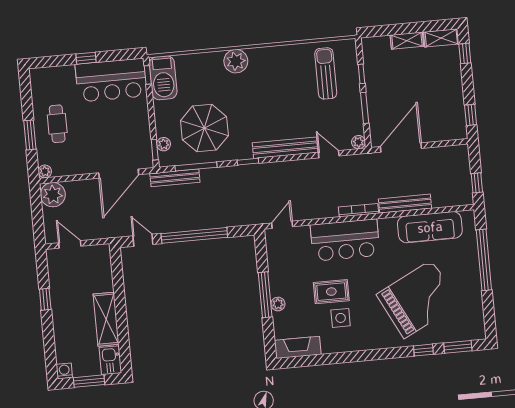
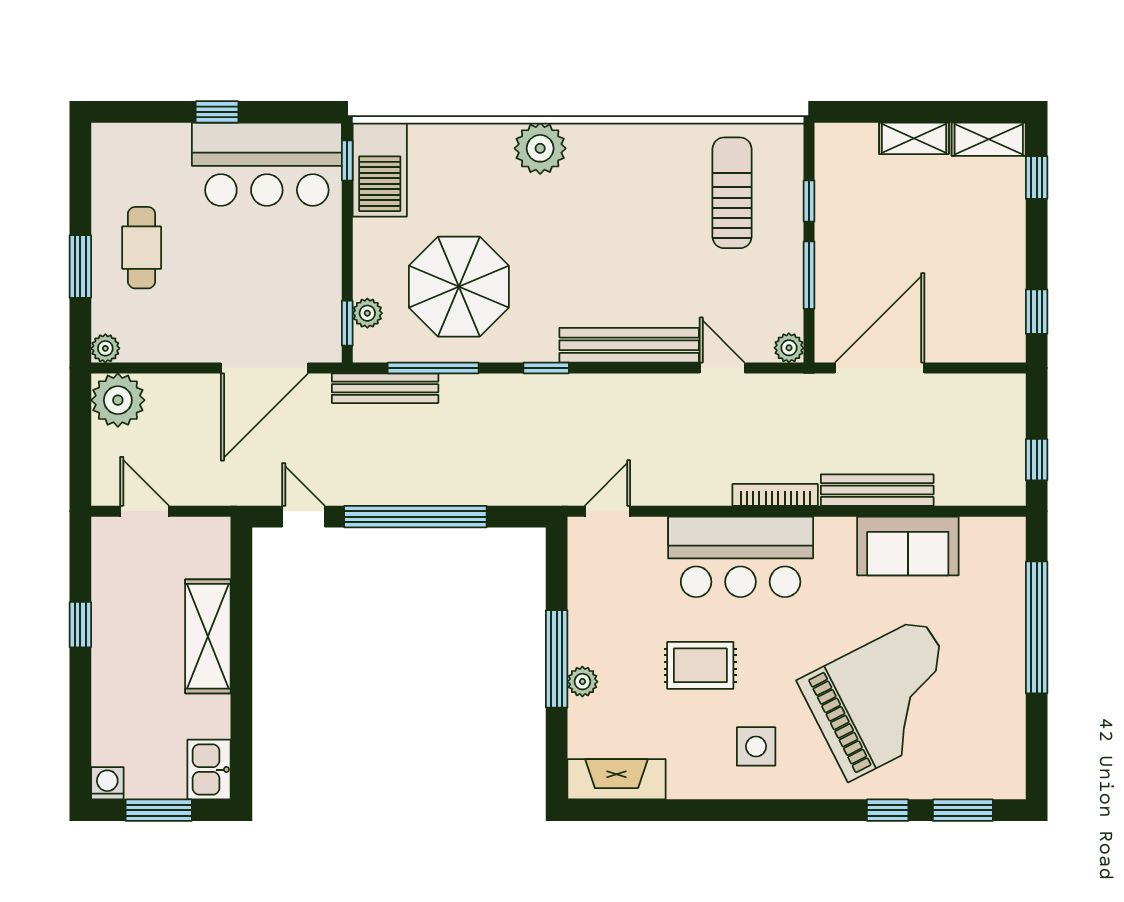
sofa: (430, 227) -> (908, 546), width x0.73
side table: (341, 318) -> (756, 746), moved
shelving: (106, 319) -> (208, 636), moved

